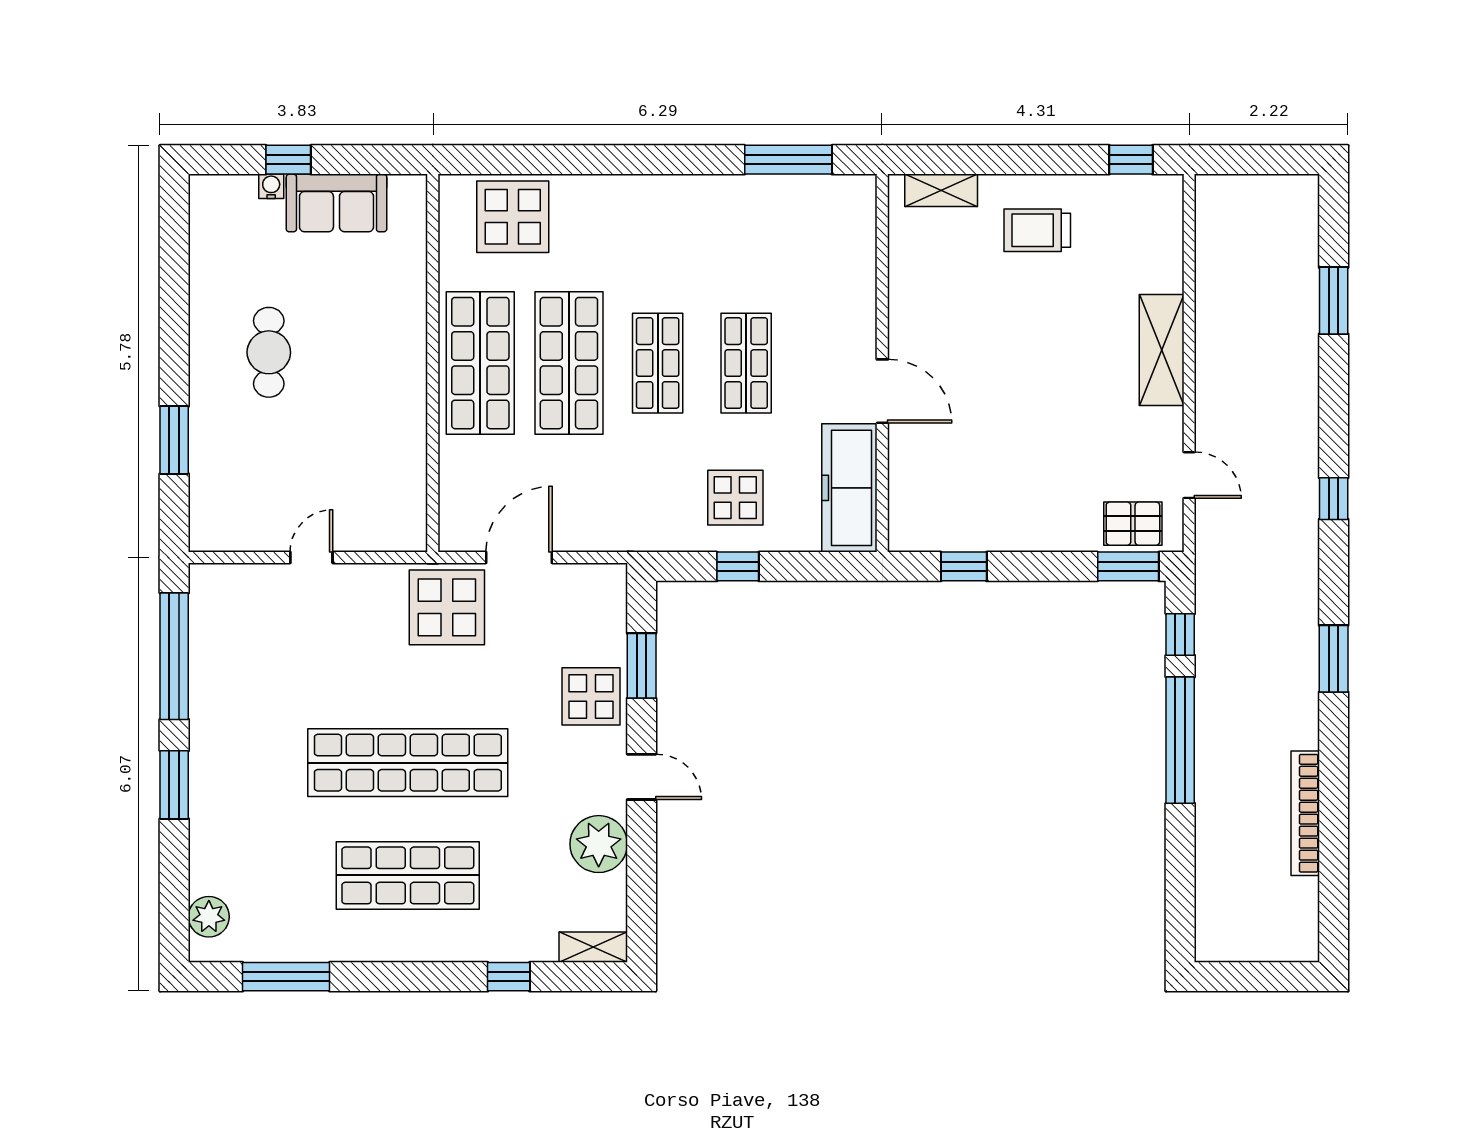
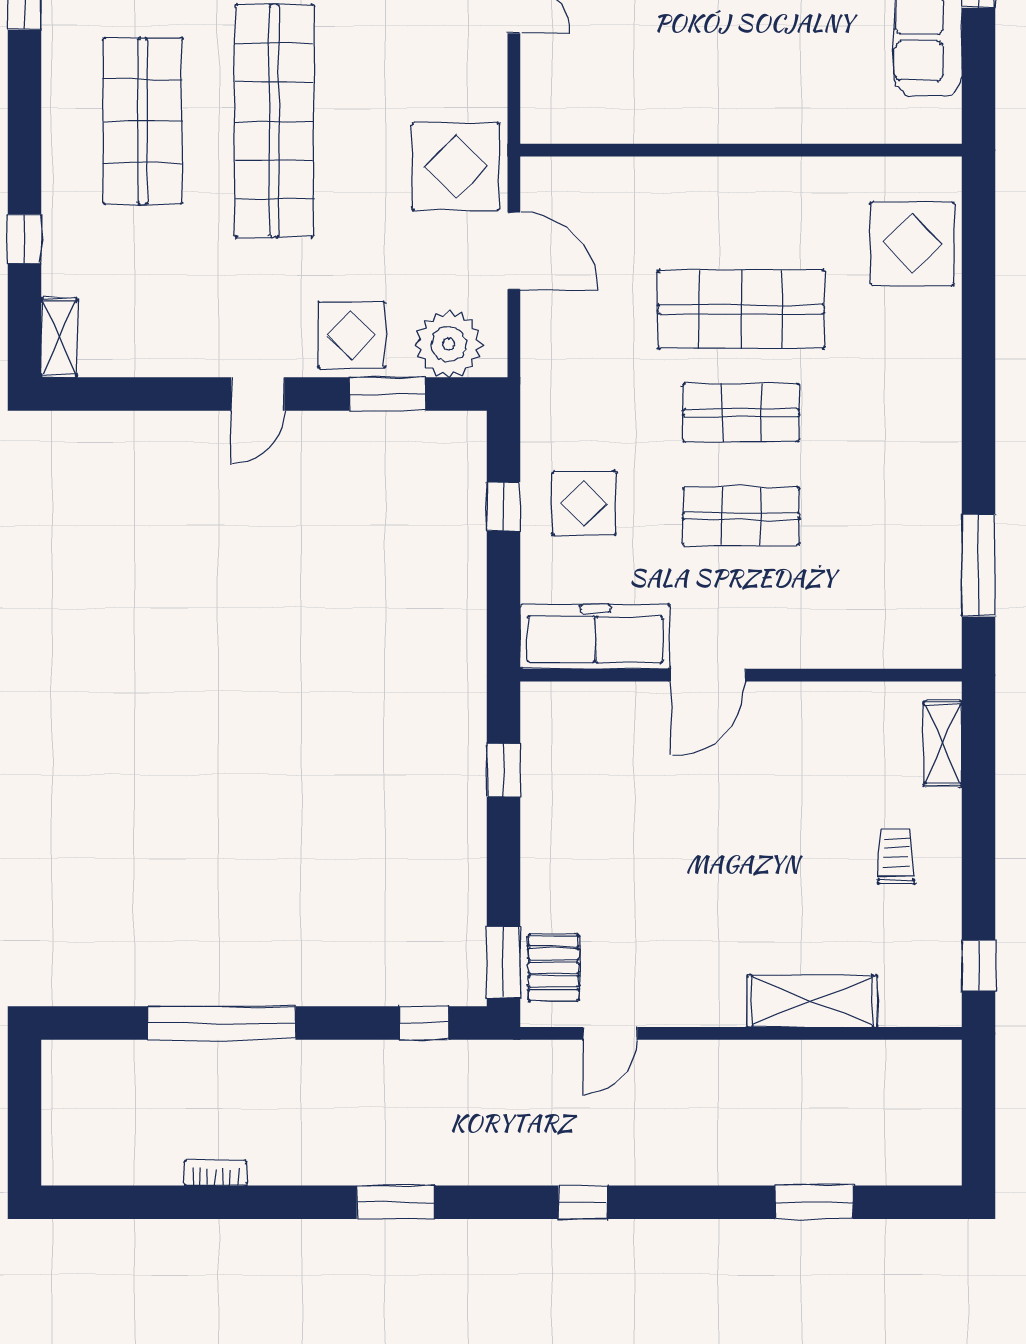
trolley: (1037, 230) -> (896, 856), width x0.73, depth x0.72
shelving: (1162, 350) -> (812, 1001), moved
shop shelf: (480, 363) -> (741, 206), removed
window: (1180, 740) -> (222, 1023), moved
bookcase: (1305, 813) -> (215, 1173), width x0.43, depth x0.76
plant: (599, 844) -> (449, 344), moved

